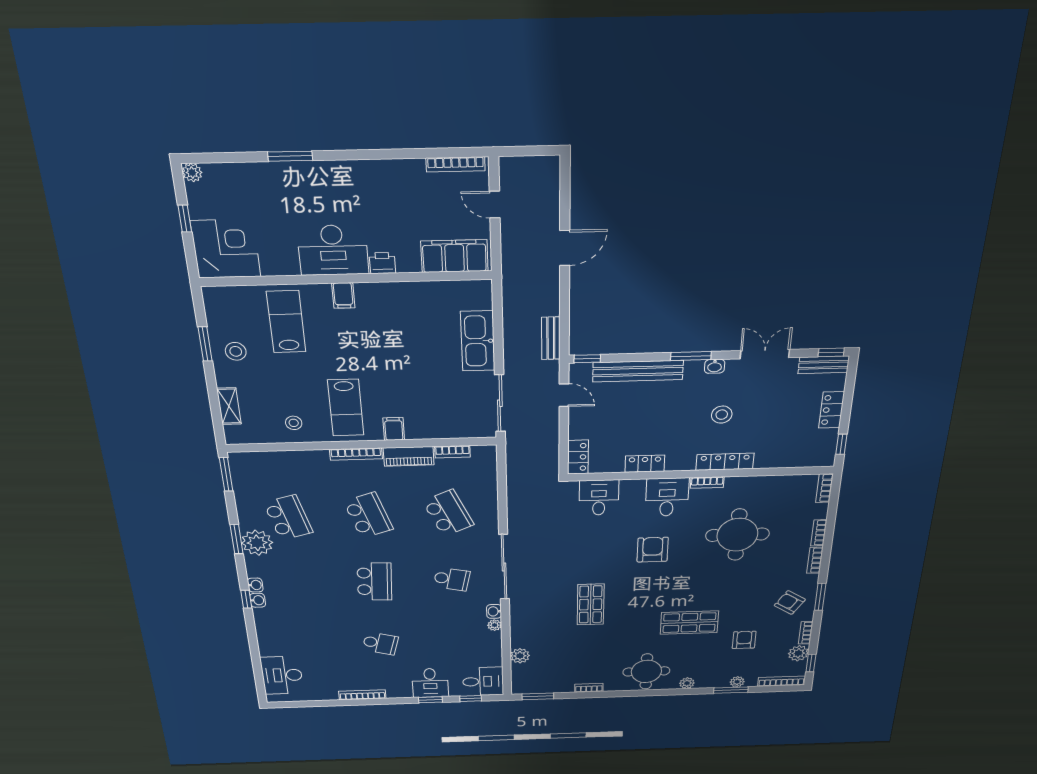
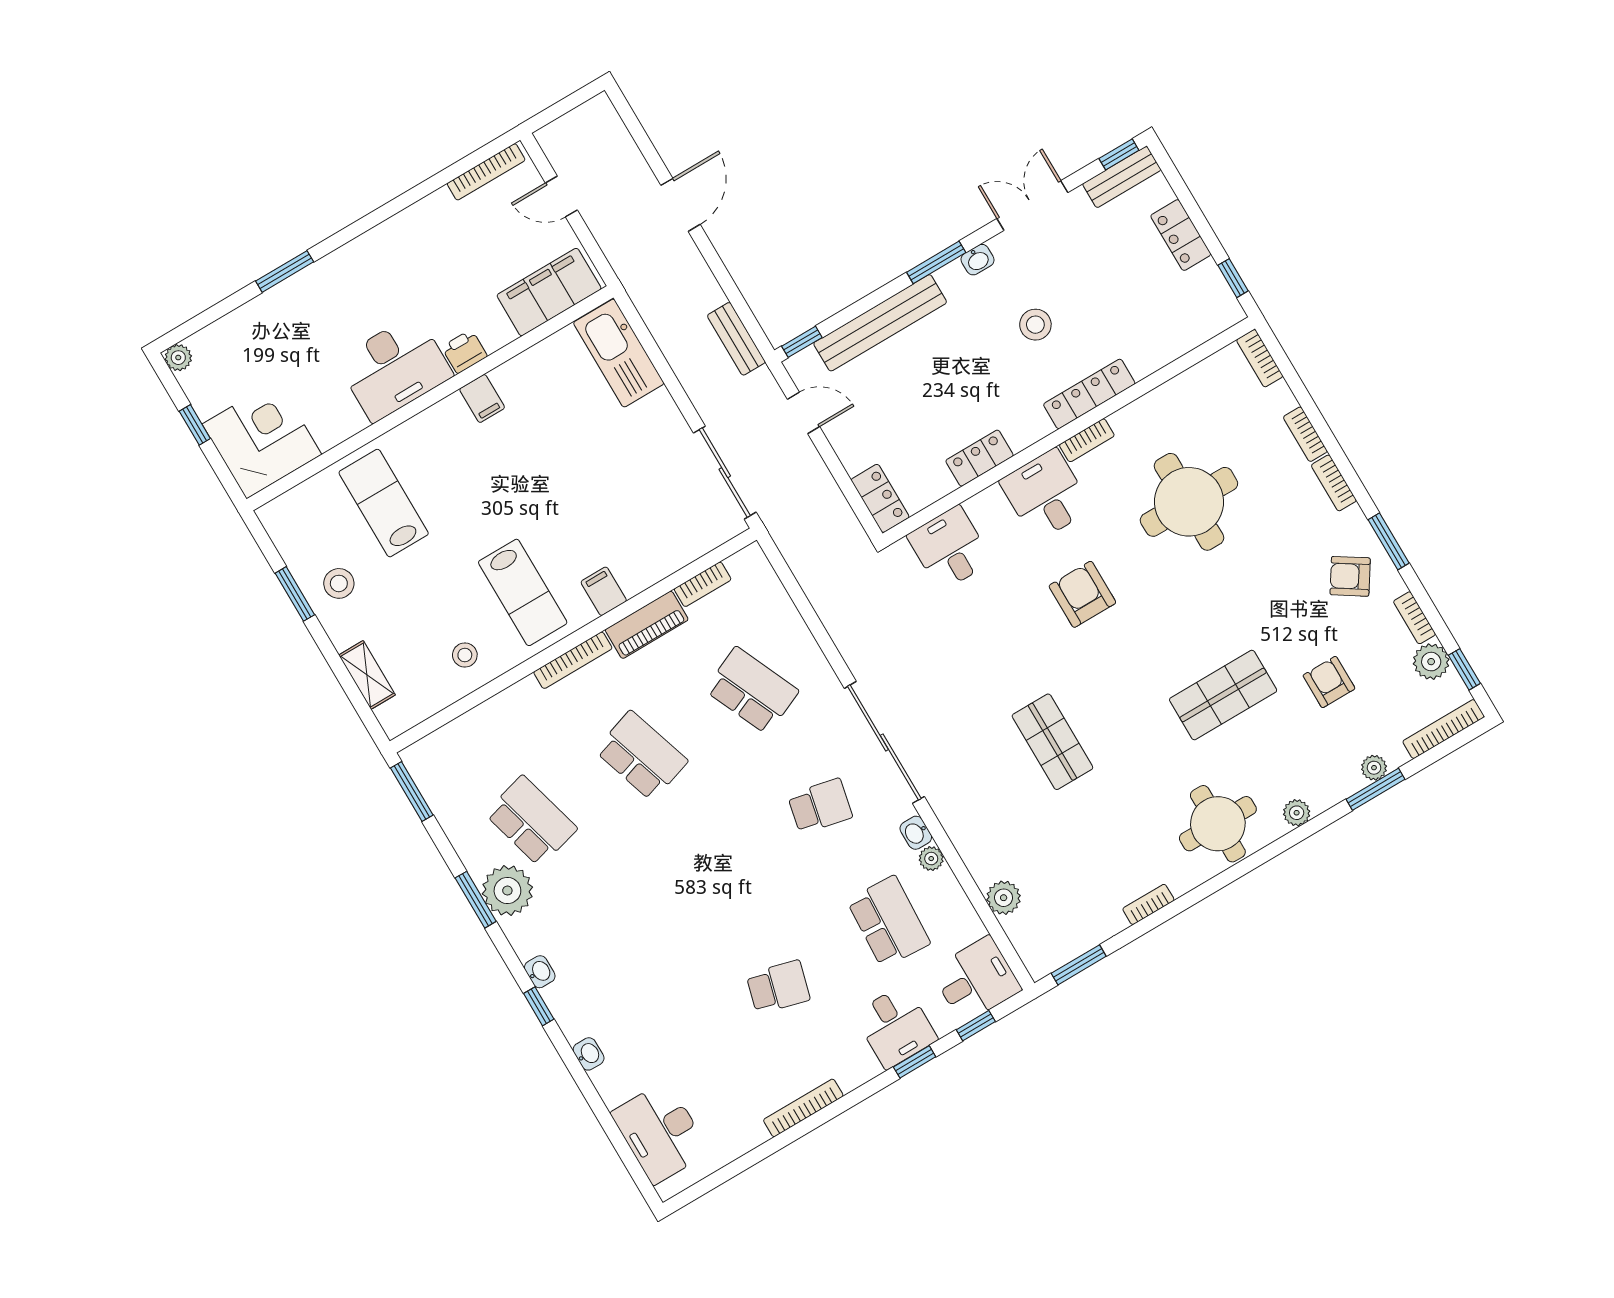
filing cabinet: (343, 296) -> (482, 398), moved
kitchen sink: (478, 341) -> (619, 353), moved
school desk: (374, 581) -> (888, 922), moved
washbasin: (258, 600) -> (589, 1054), moved

